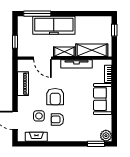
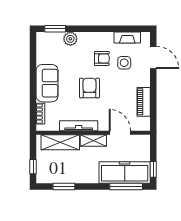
window: (89, 14) -> (64, 187), added
freezer: (54, 25) -> (125, 172), moved
window: (15, 42) -> (153, 169), moved
armchair: (55, 97) -> (89, 88), moved
plant: (106, 136) -> (70, 39), moved

